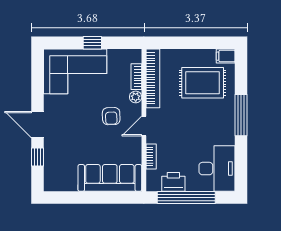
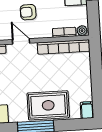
rug: (203, 83) -> (48, 105), moved, turned 90
plant: (136, 97) -> (82, 31), moved

